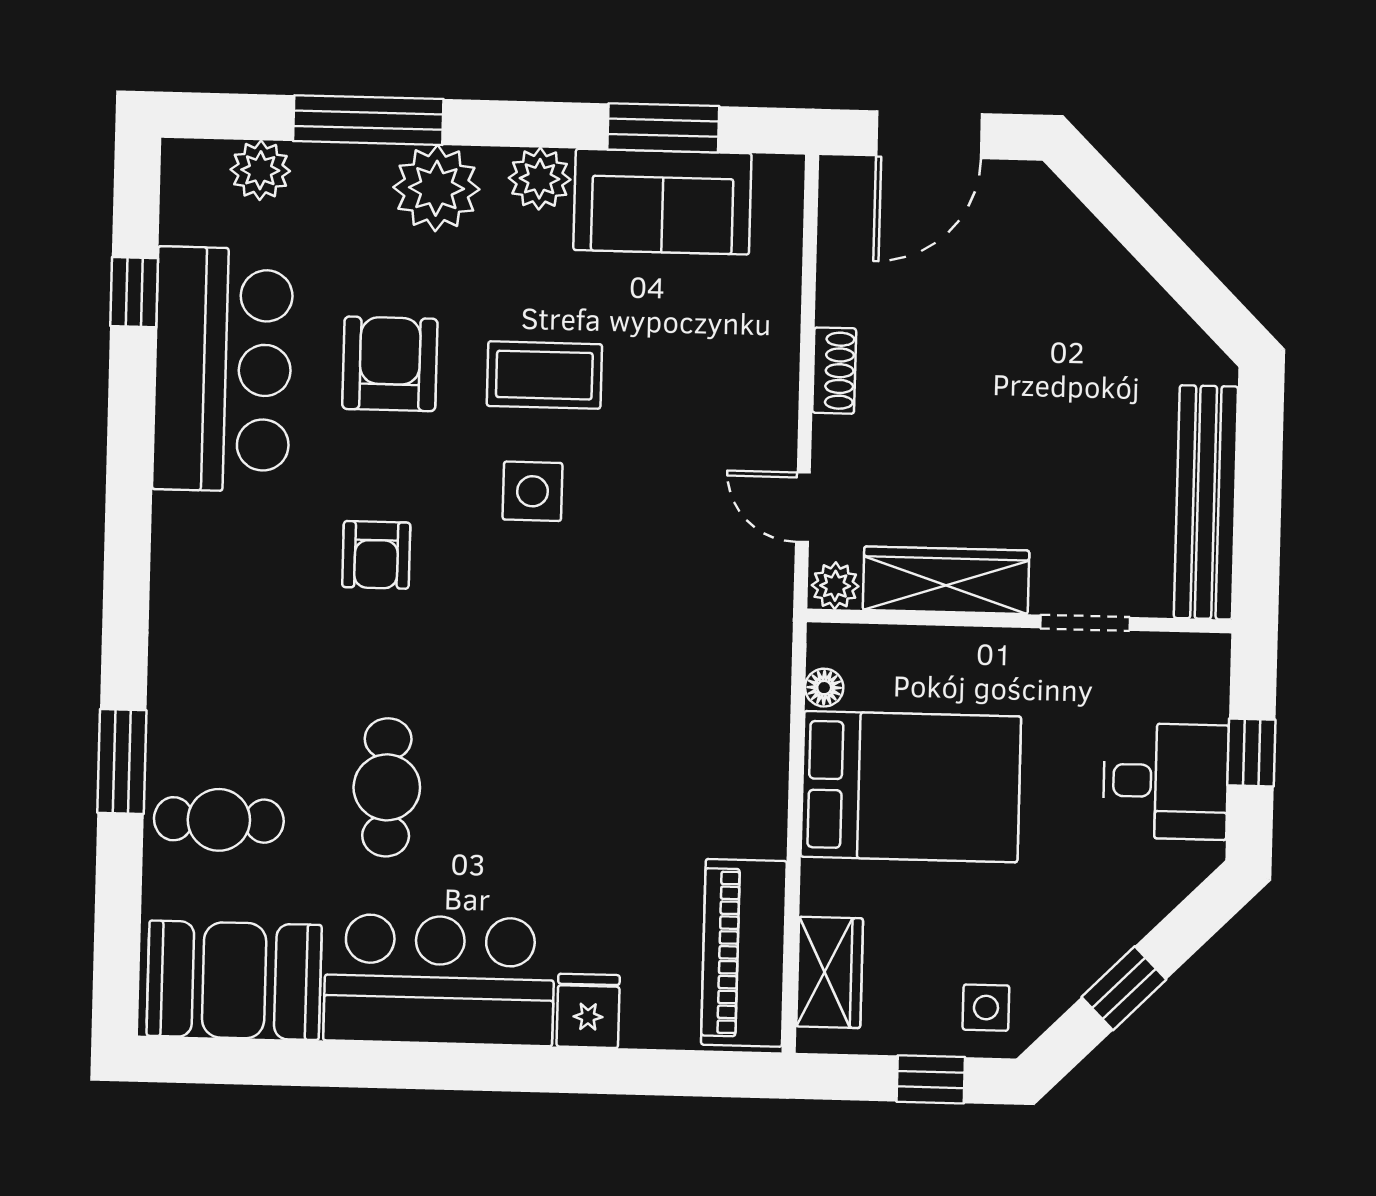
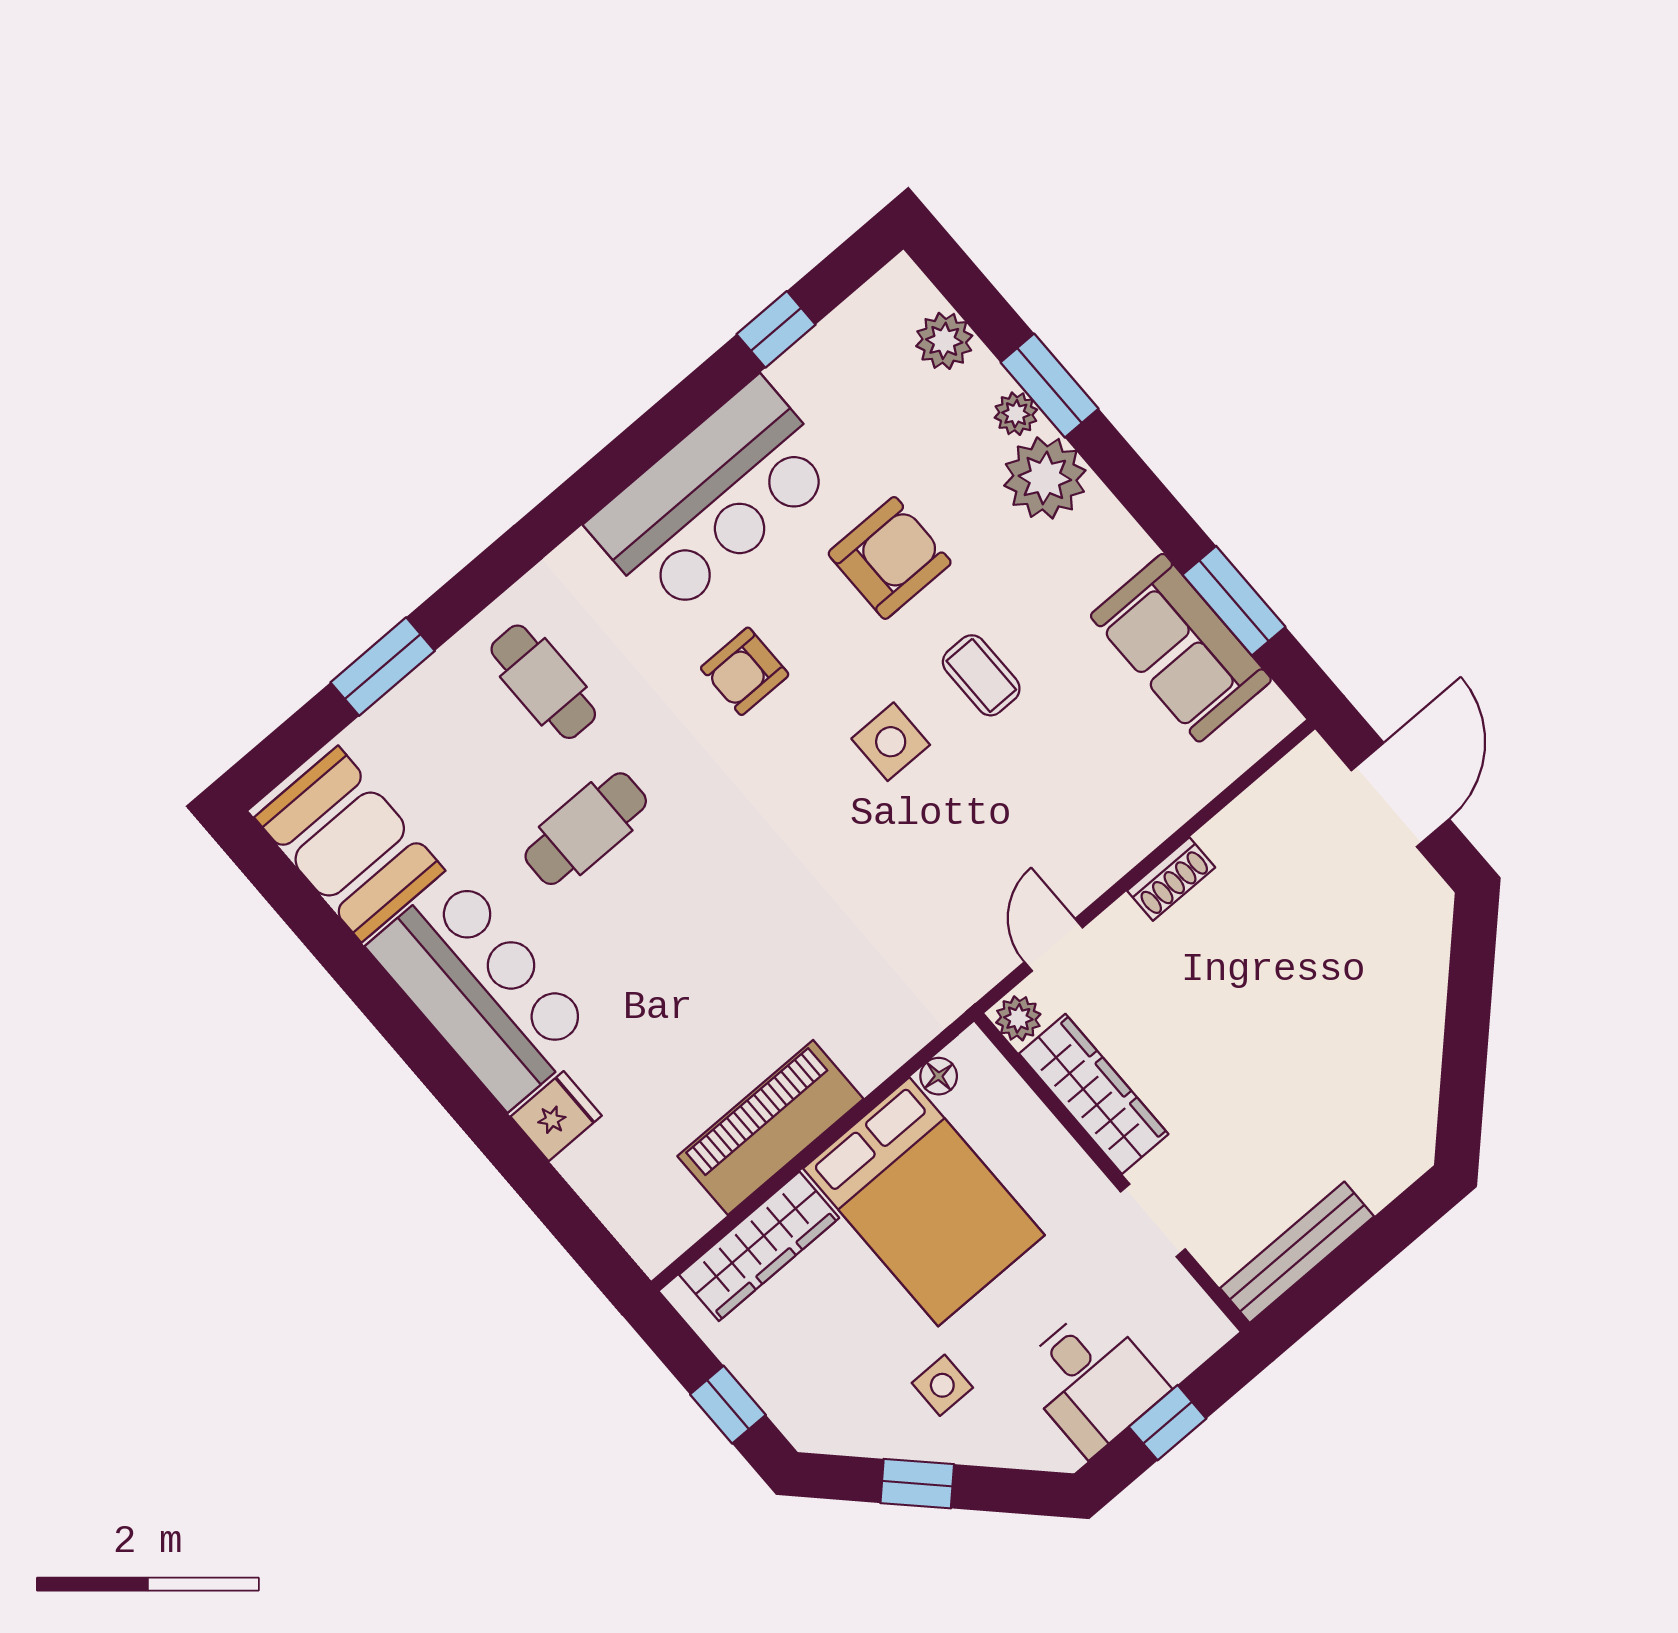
window: (368, 120) -> (1050, 386), width x0.69
door: (929, 135) -> (1400, 795), swing flipped
plant: (540, 179) -> (1016, 414), moved, width x0.73, depth x0.73
bar counter: (223, 369) -> (713, 498), moved
coffee table: (544, 375) -> (981, 675), width x0.73, depth x0.77
bench: (1206, 502) -> (1297, 1252), width x0.73, depth x0.82
window: (122, 762) -> (383, 667), moved
cafe table: (219, 820) -> (543, 682), moved
piano: (744, 953) -> (770, 1128), moved
wardrobe: (830, 972) -> (759, 1246), width x1.50
side table: (986, 1008) -> (942, 1385), moved

